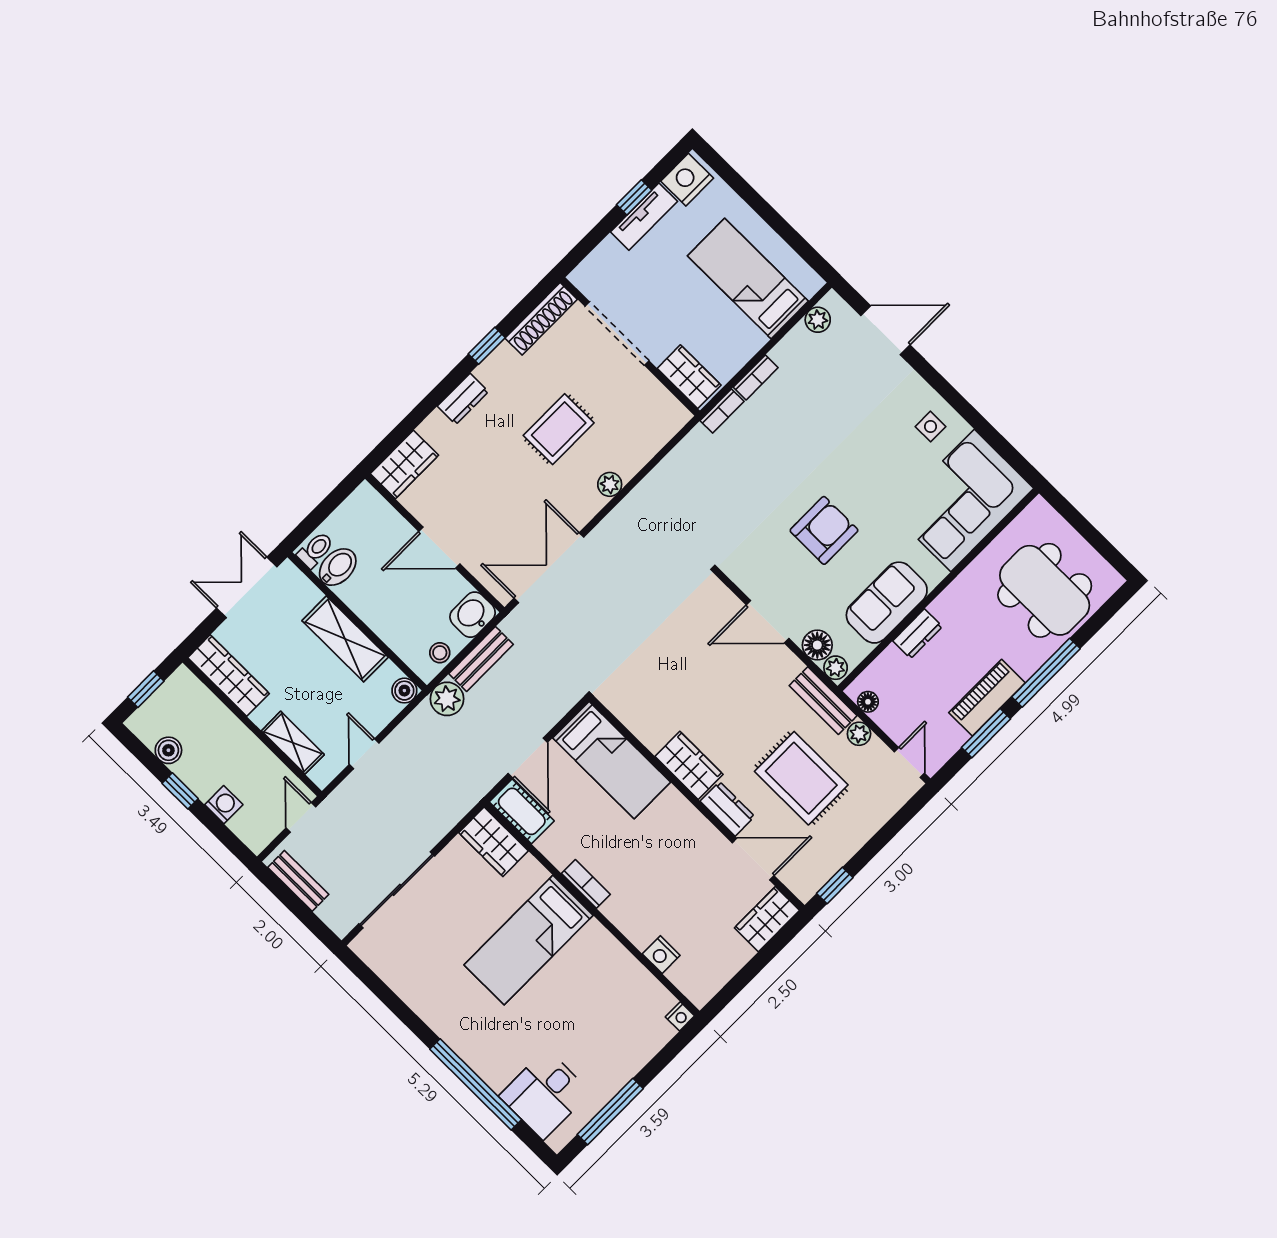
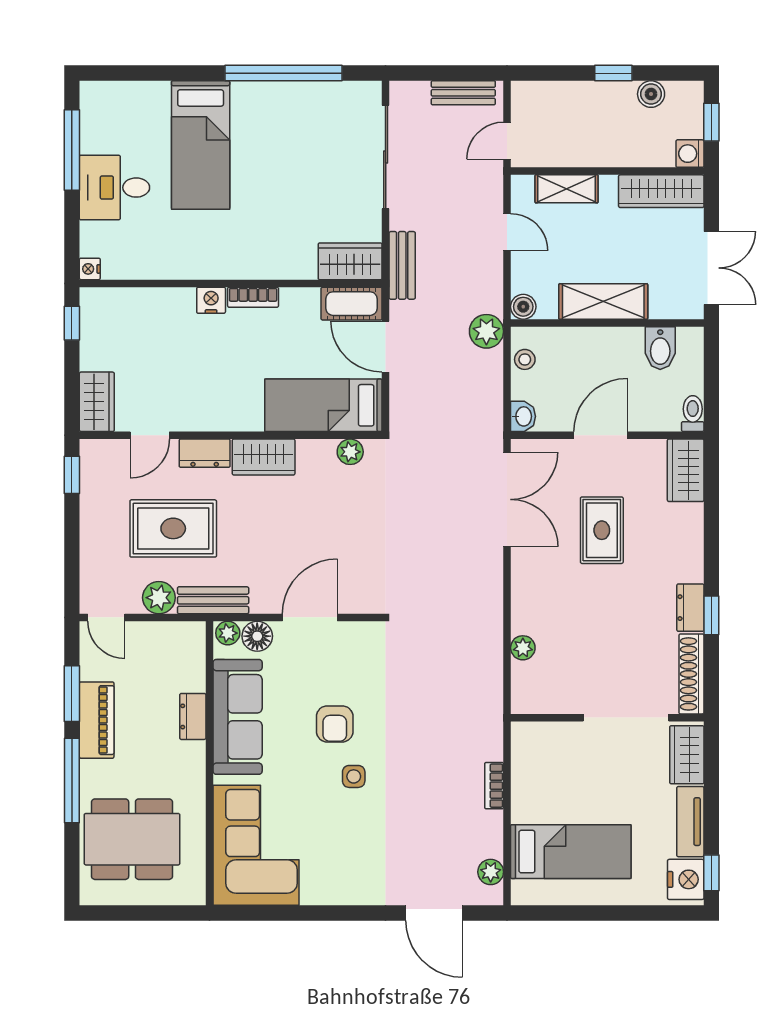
window: (634, 197) -> (711, 873), moved
door: (885, 330) -> (434, 913), hinge flipped
wardrobe: (689, 377) -> (687, 755), moved, turned 90
dresser: (463, 399) -> (690, 608), moved
bookcase: (722, 411) -> (494, 737), removed
side table: (931, 427) -> (354, 776), moved
rug: (559, 429) -> (602, 530), moved
plant: (610, 484) -> (523, 648), moved
armchair: (824, 530) -> (335, 724), width x0.72, depth x0.72
toilet: (315, 550) -> (693, 414), moved, turned 180
sofa: (887, 603) -> (238, 717), width x1.36
washbasin: (473, 615) -> (523, 416), width x0.72, depth x0.69
bench: (481, 659) -> (402, 265), moved
floor lamp: (868, 702) -> (180, 632), removed
plant: (625, 709) -> (350, 452), added
plant: (859, 734) -> (159, 598), width x1.38, depth x1.38
washing machine: (224, 805) -> (690, 154), moved, turned 90
door: (301, 817) -> (507, 141), swing flipped
door: (753, 859) -> (150, 435), width x0.73
bed: (529, 940) -> (201, 145), moved, turned 180
nightstand: (661, 955) -> (211, 300), moved
window: (730, 991) -> (72, 323), added
window: (476, 1084) -> (284, 73), moved
desk: (545, 1094) -> (114, 188), moved, turned -90

